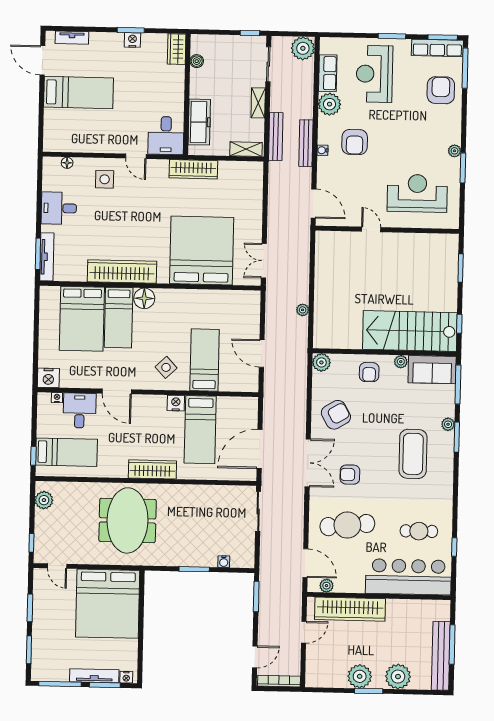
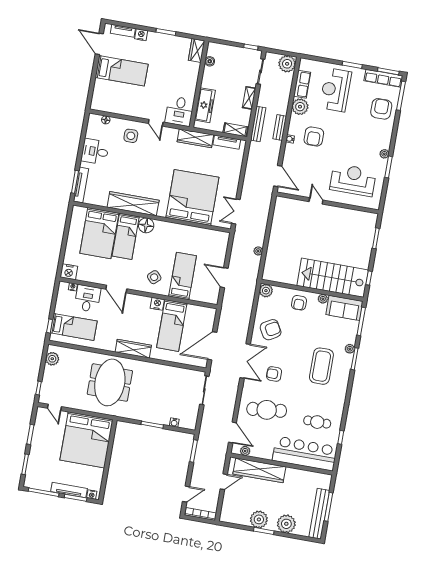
nightstand: (132, 40) -> (141, 35), moved
bench: (306, 143) -> (280, 127), width x0.73
tv unit: (237, 168) -> (227, 142), added

